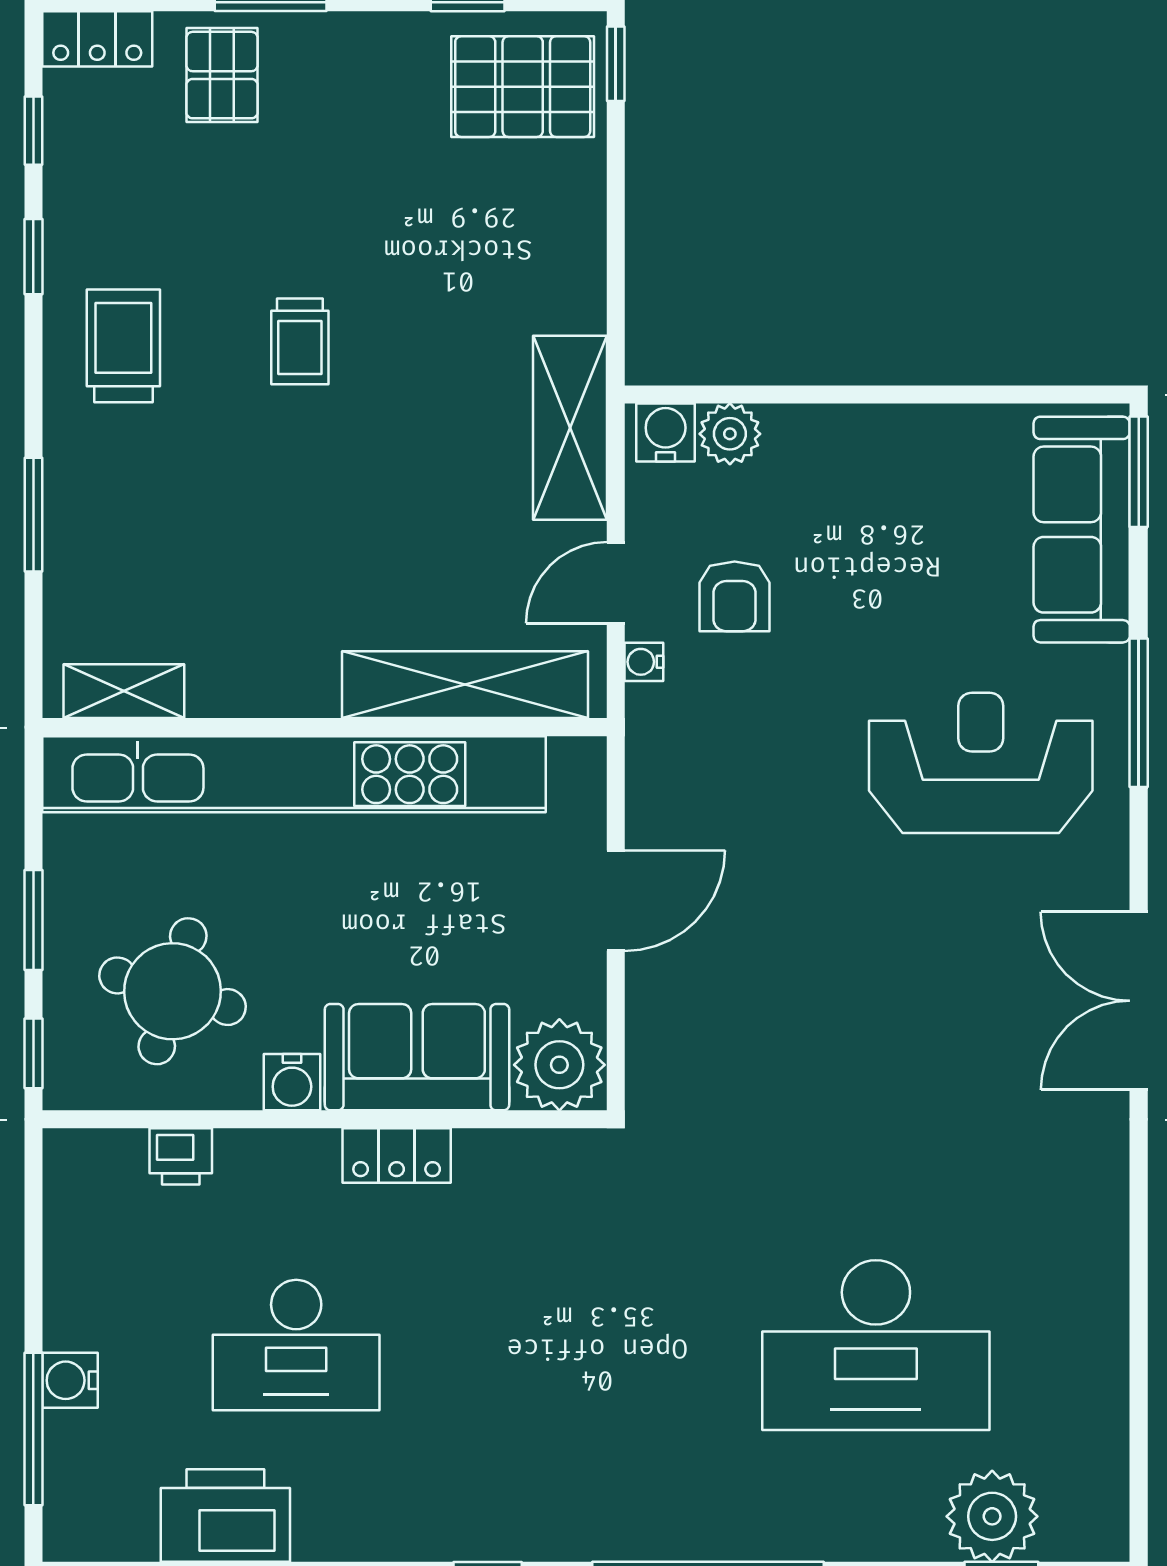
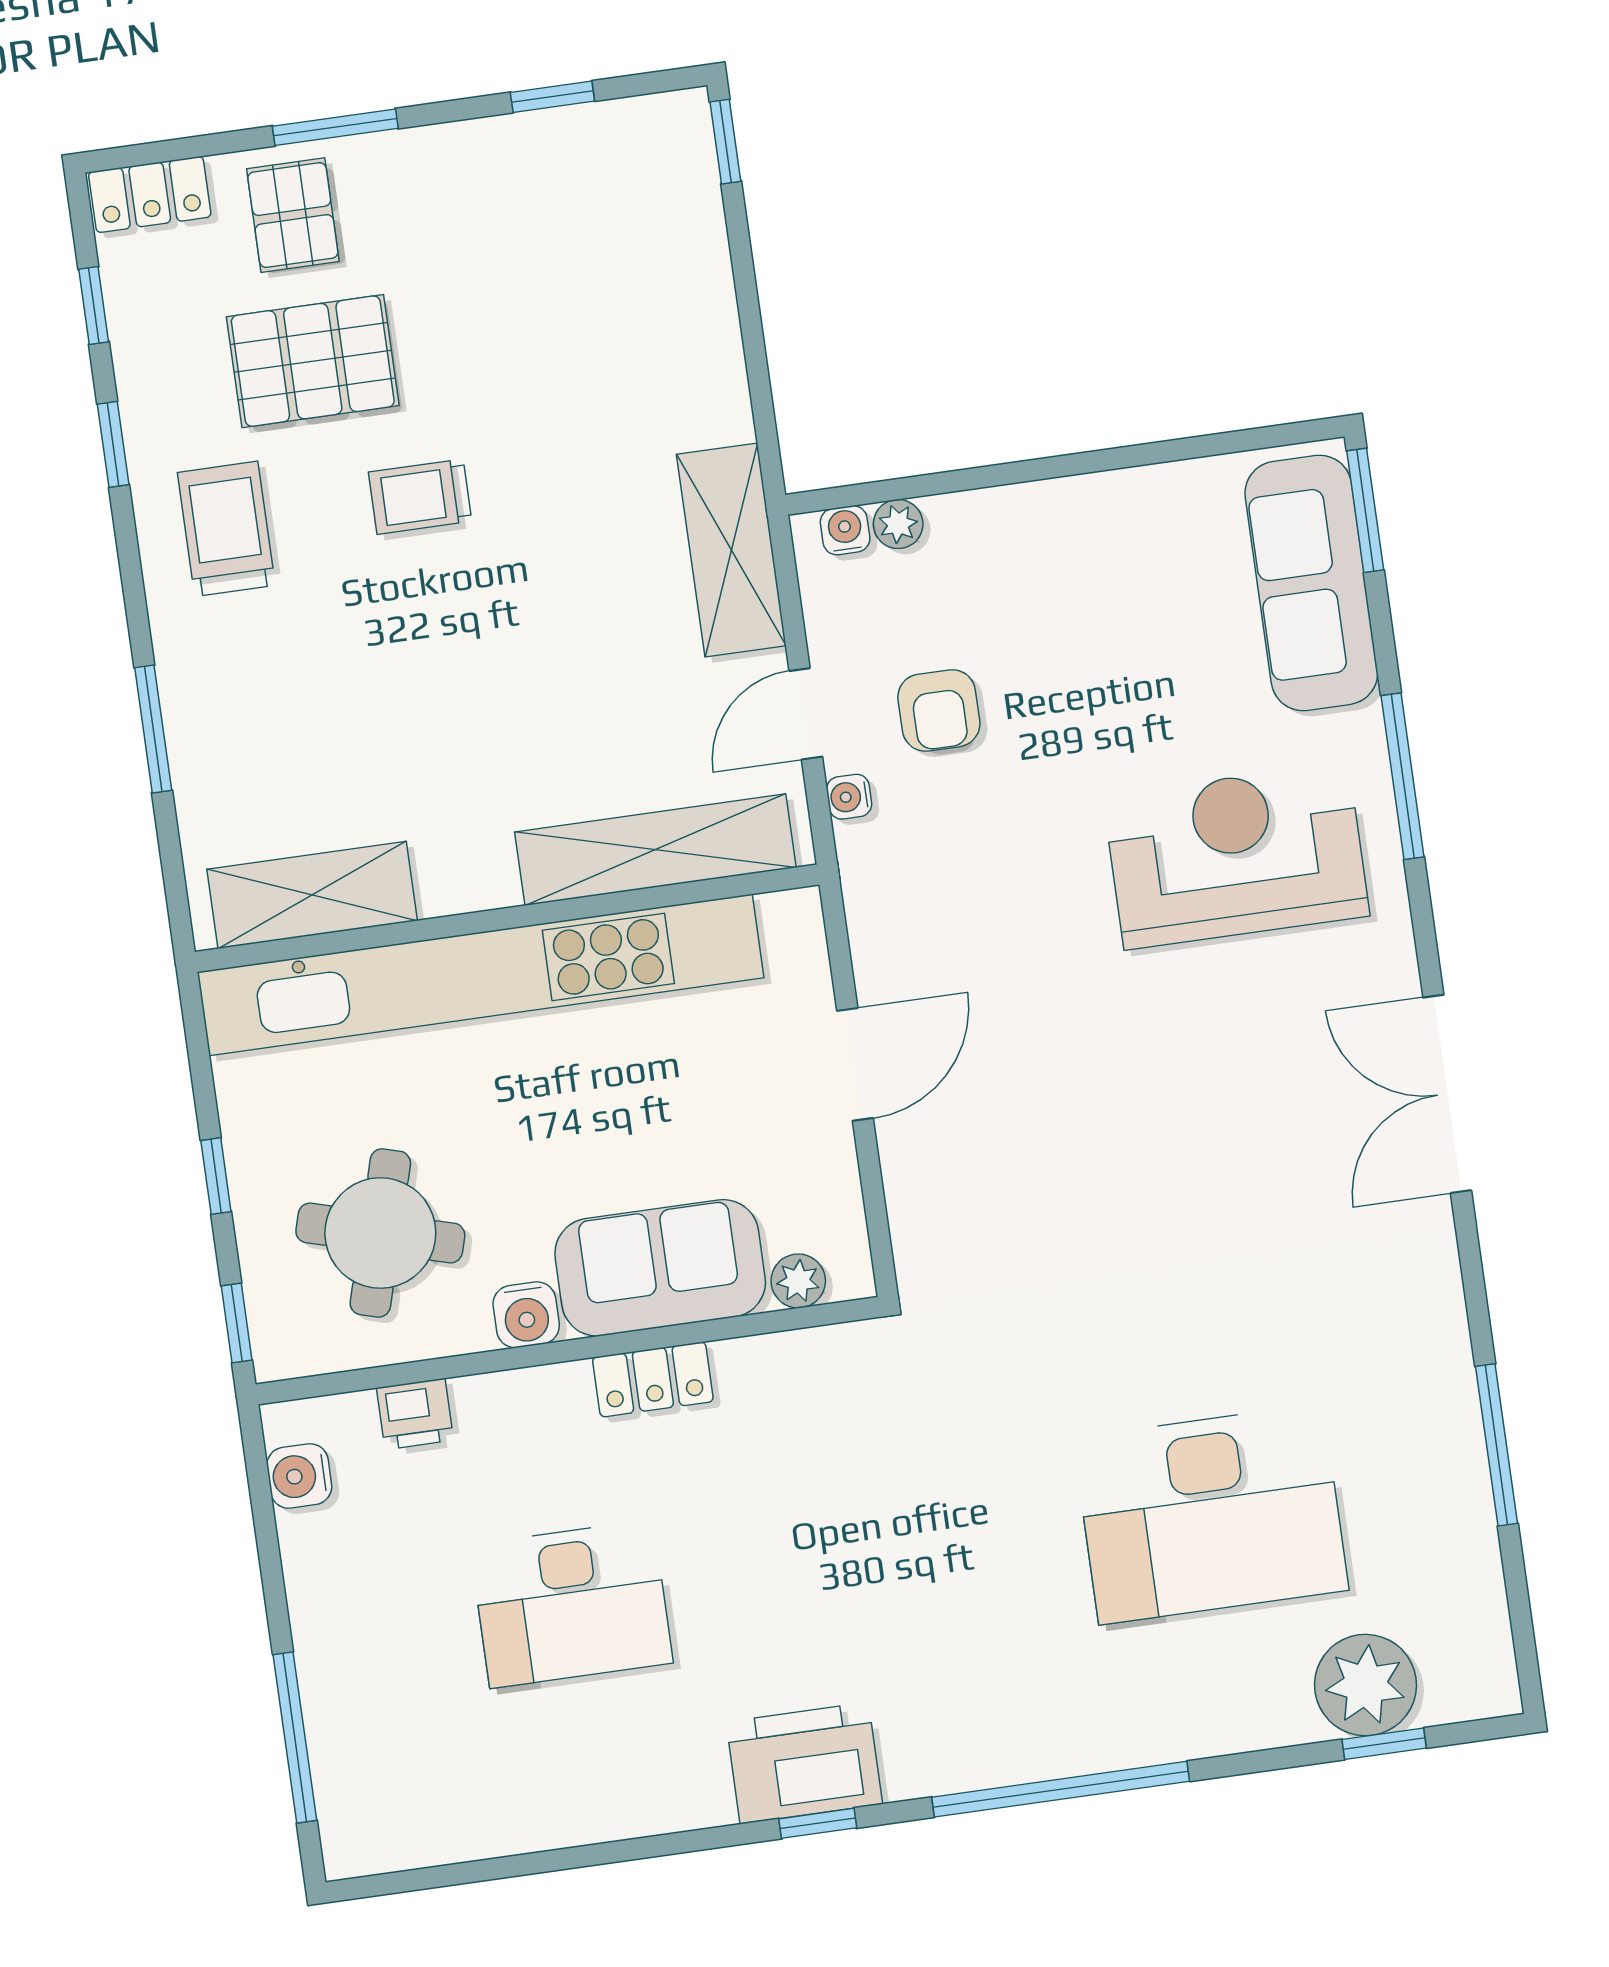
pallet: (523, 87) -> (313, 361), moved
trolley: (300, 341) -> (420, 497), turned 90
water cooler: (666, 432) -> (845, 530), width x0.72, depth x0.72
plant: (730, 434) -> (898, 524), width x0.73, depth x0.73
shelving: (124, 691) -> (312, 895), width x1.50, depth x1.33
window: (33, 920) -> (216, 1176), width x0.67
plant: (559, 1065) -> (798, 1281), width x0.53, depth x0.53
window: (1139, 1319) -> (1497, 1445), added
water cooler: (70, 1380) -> (299, 1476), moved
printer: (225, 1516) -> (804, 1763), moved

